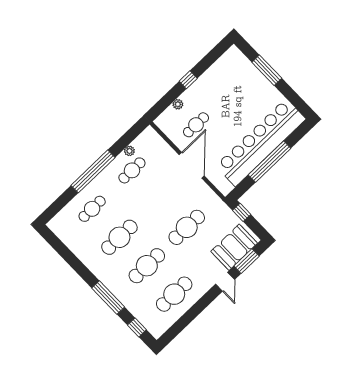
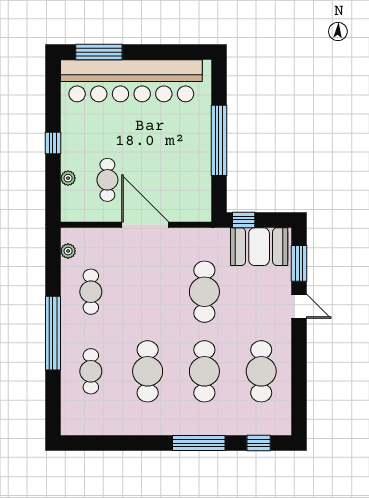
window: (267, 70) -> (99, 52), moved
bar counter: (261, 142) -> (131, 81), moved, turned -90
plant: (129, 151) -> (68, 251), moved
booth: (234, 247) -> (259, 247), moved, turned 90

